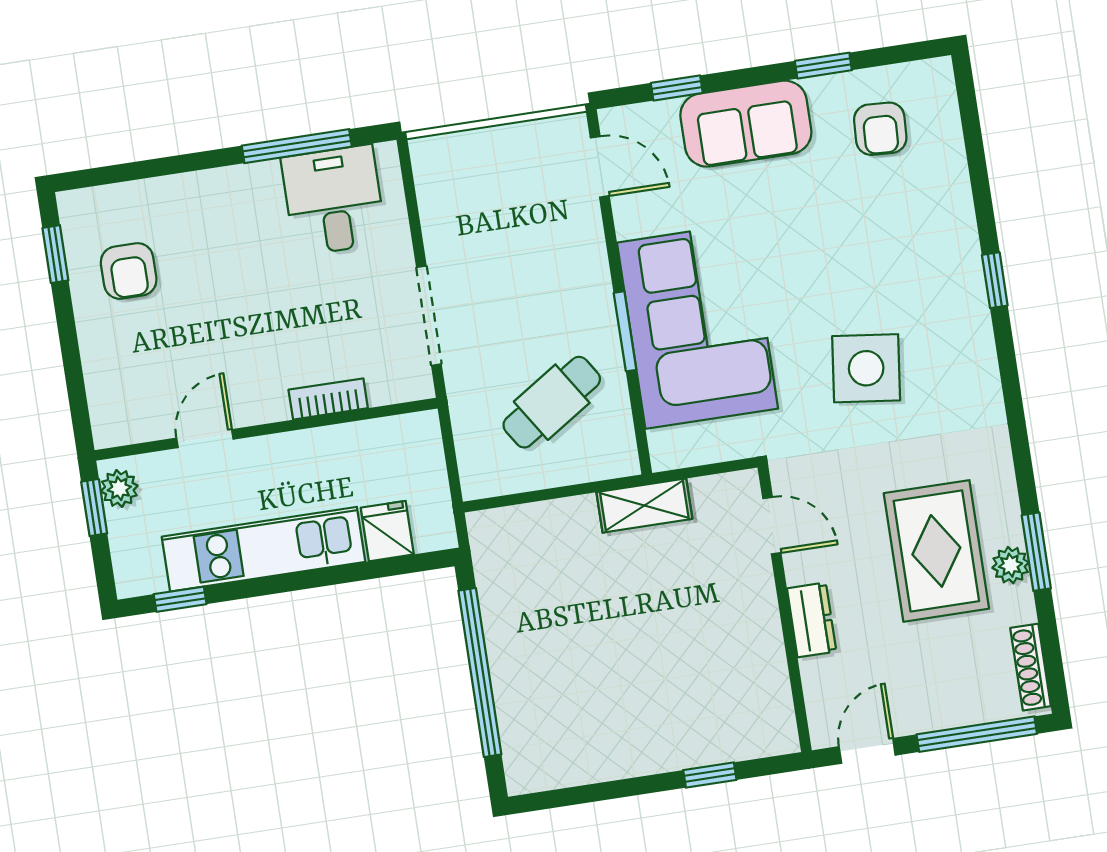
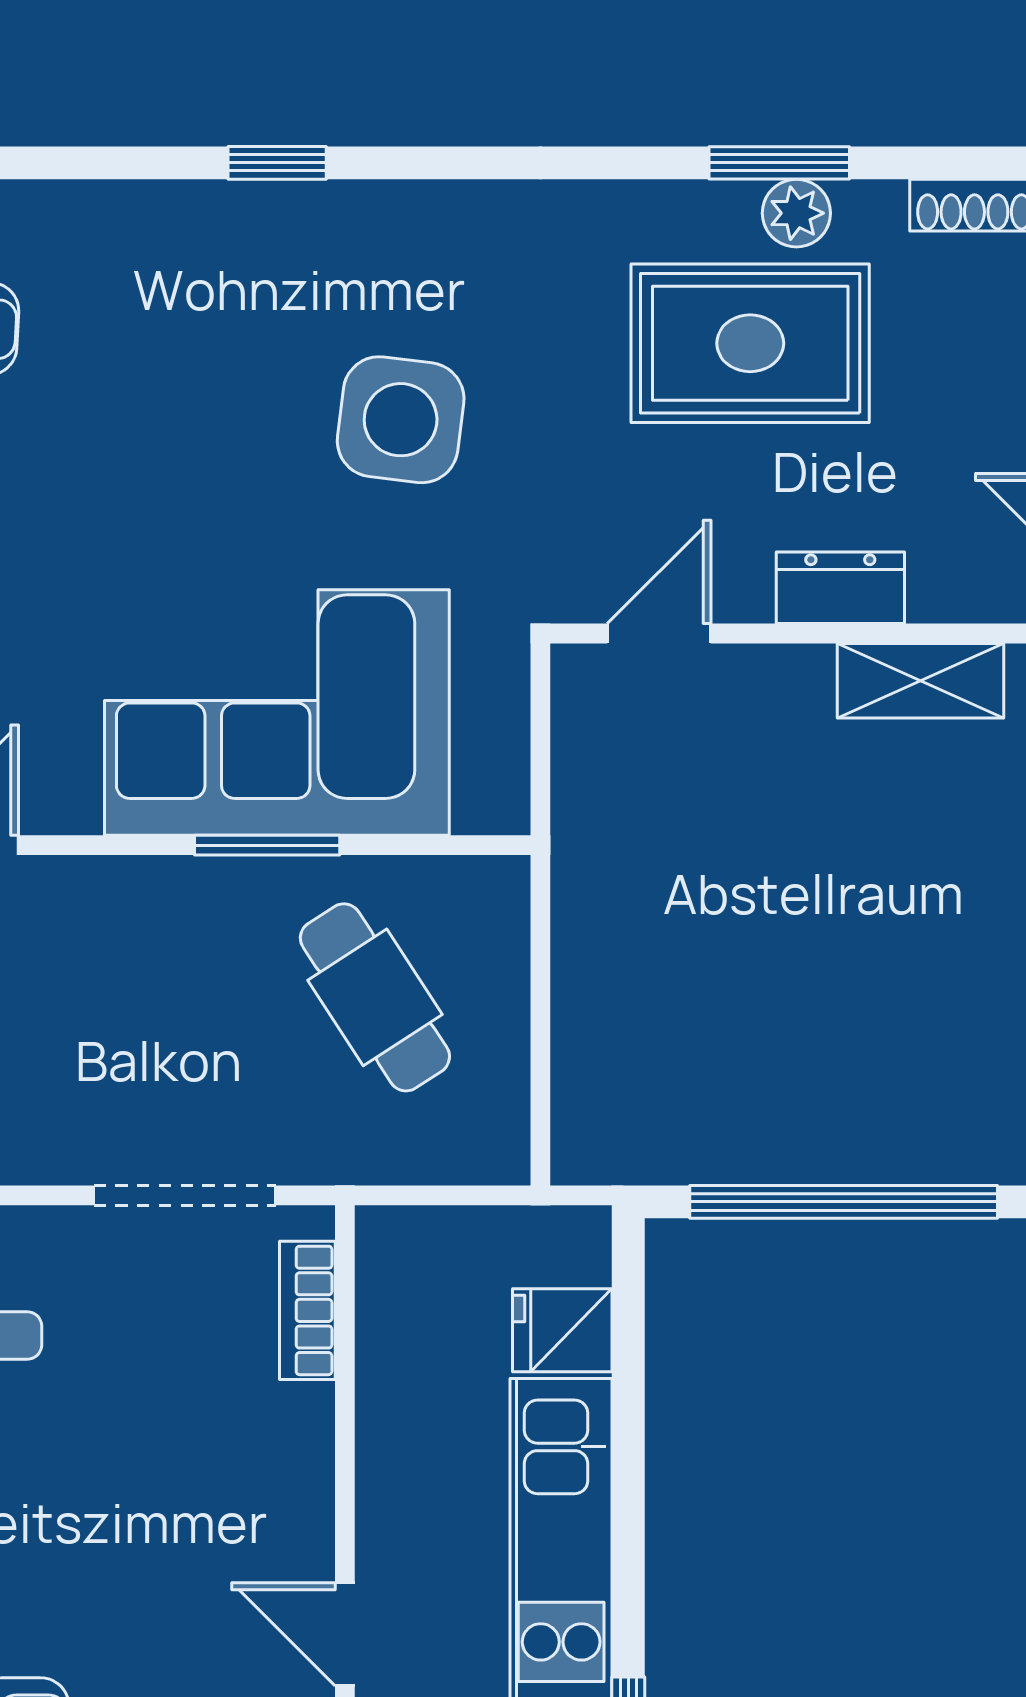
bookcase: (328, 399) -> (307, 1310), moved
shelving: (644, 506) -> (920, 681), moved, turned 90

